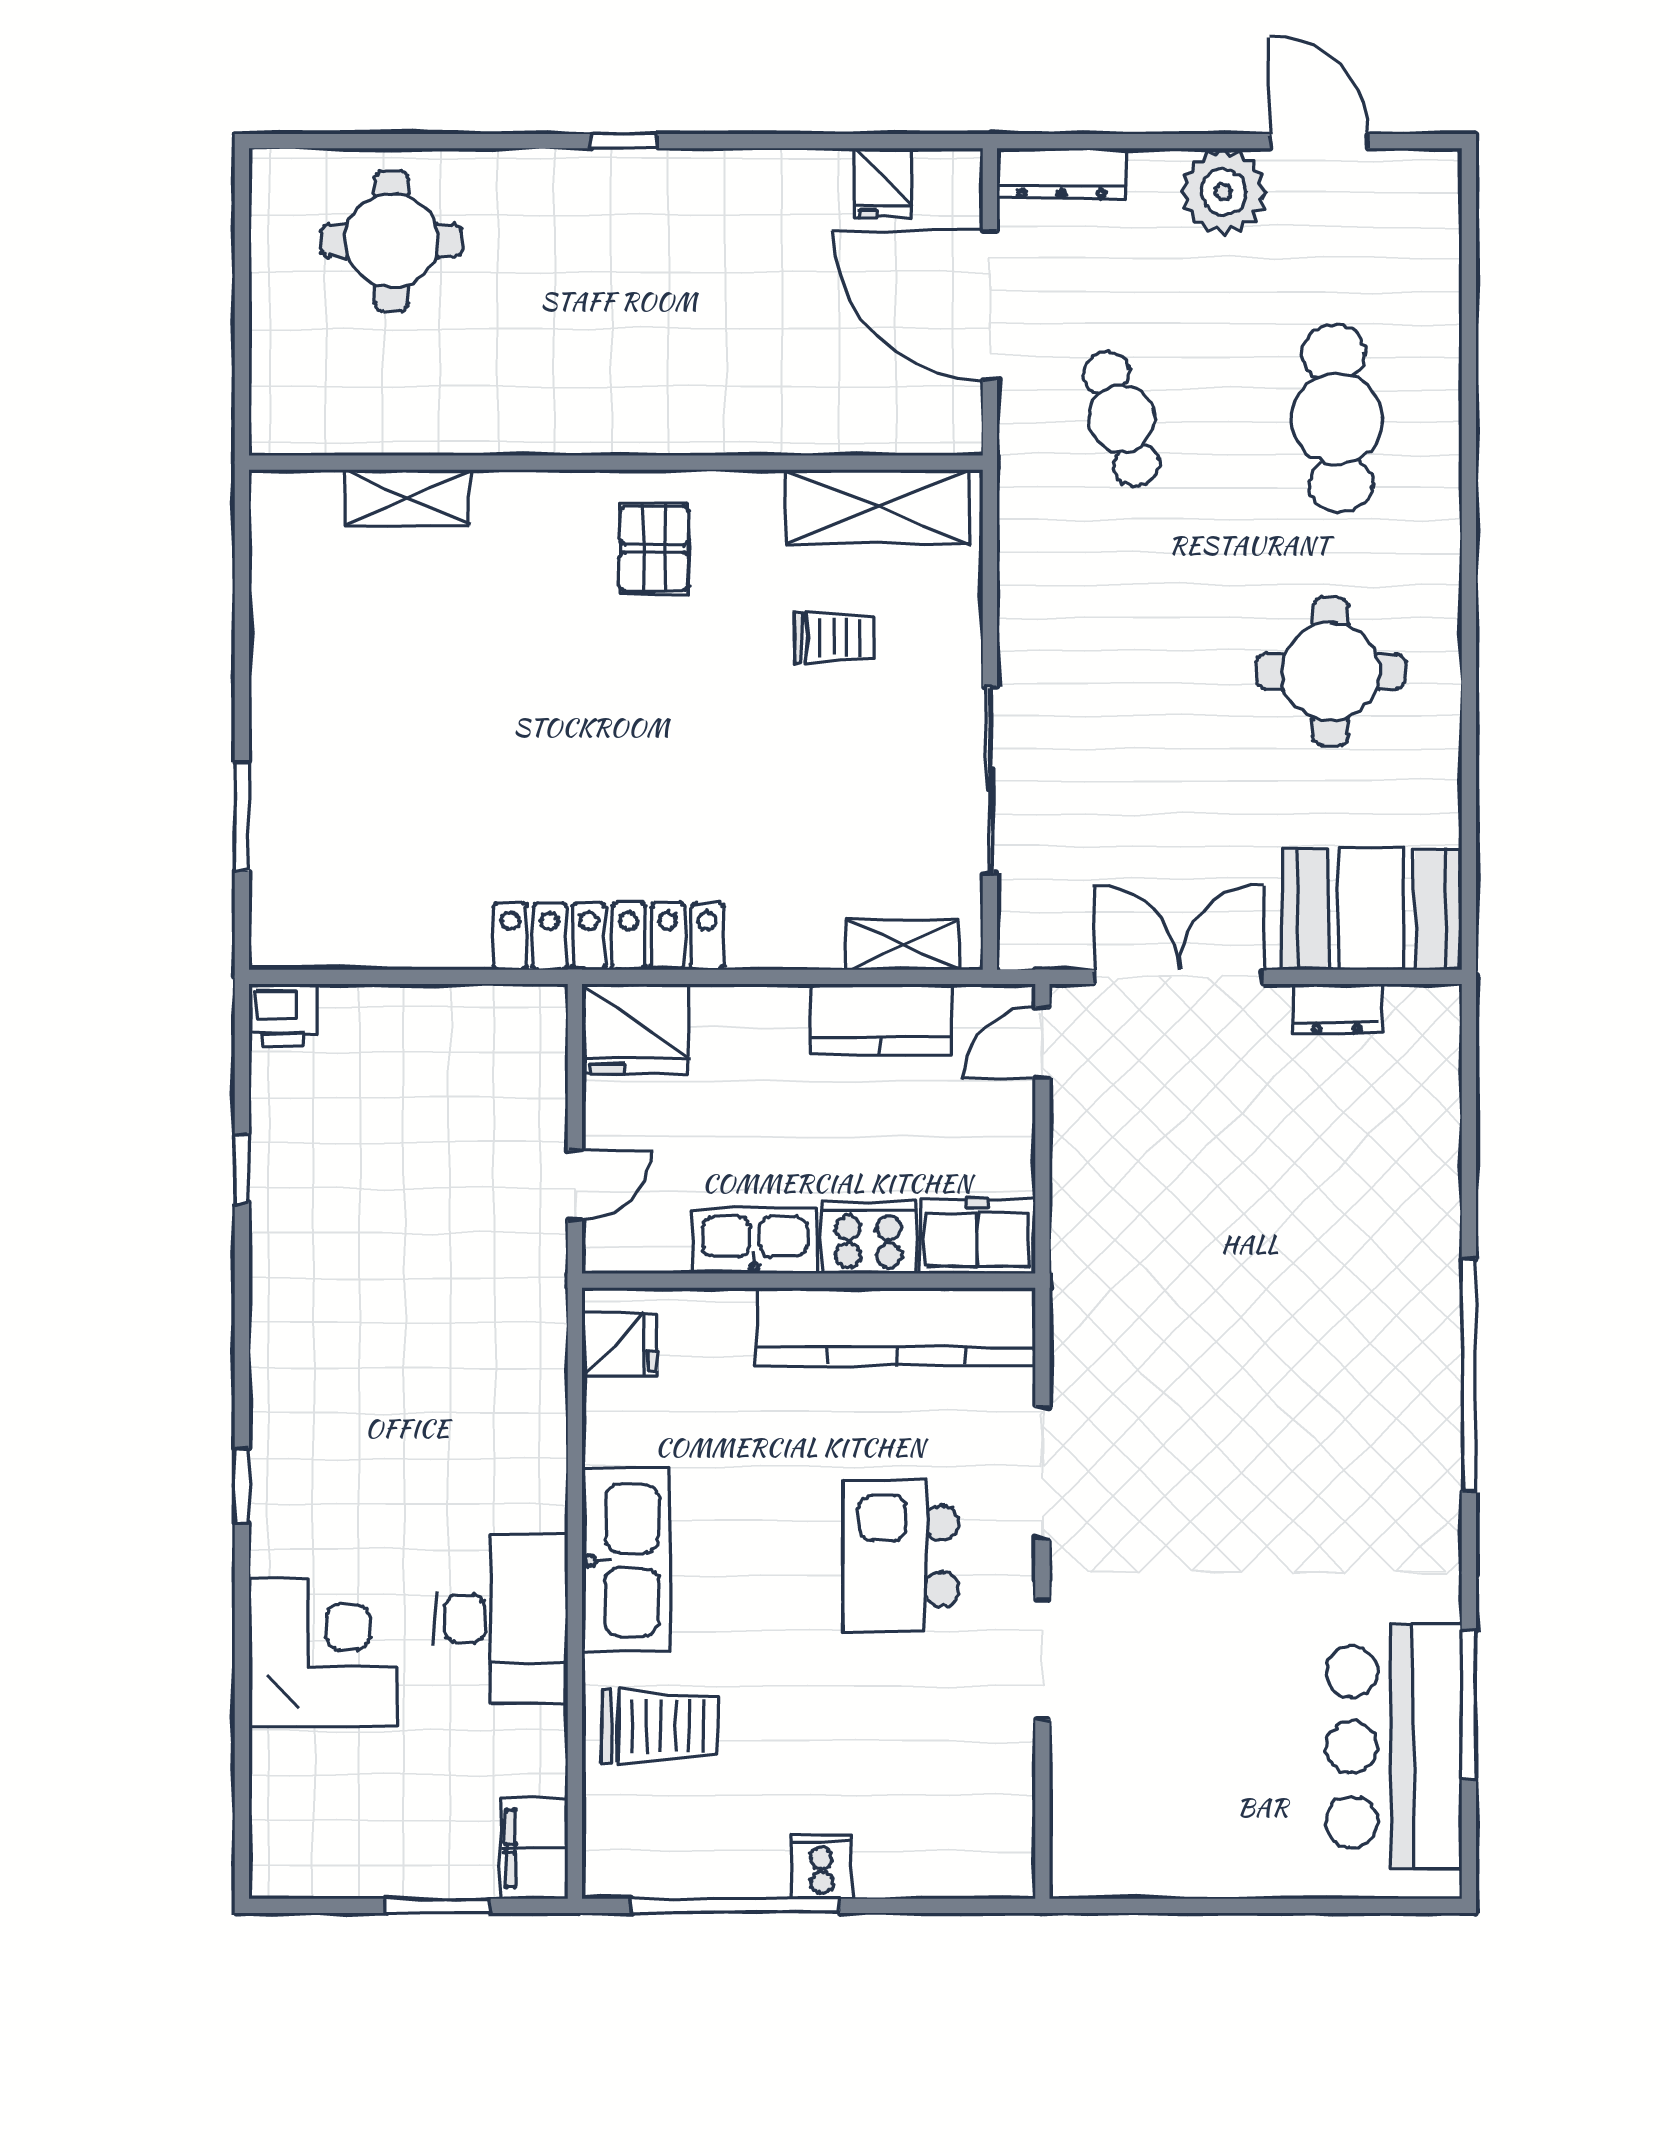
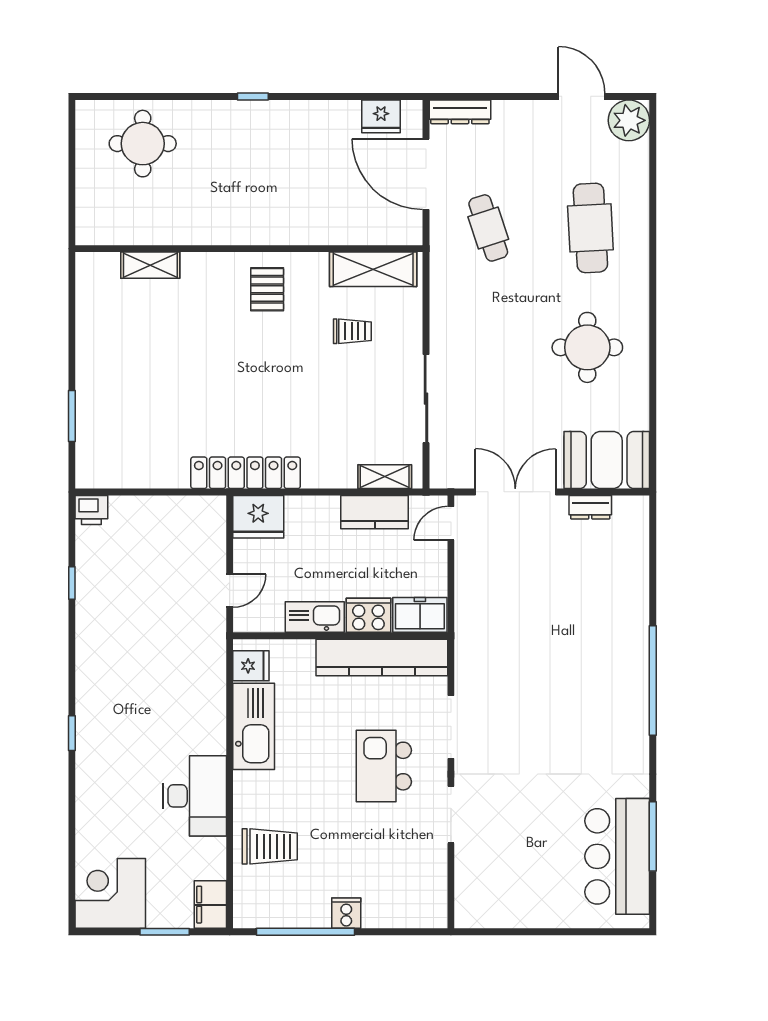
fridge: (884, 183) -> (381, 116), width x1.38
plant: (1223, 192) -> (629, 120), moved
kitchen sink: (626, 1560) -> (254, 726), moved
corner desk: (323, 1652) -> (110, 893), moved, turned -90

